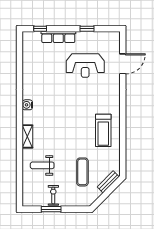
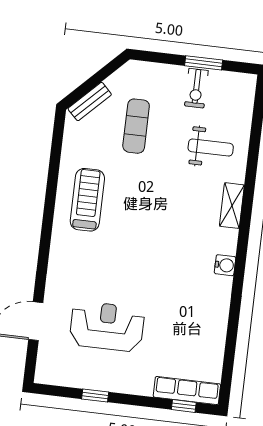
row of seats: (58, 37) -> (187, 390), moved

